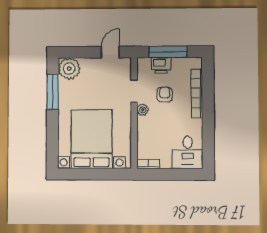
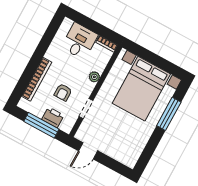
plant: (69, 69) -> (129, 156), removed
window: (53, 92) -> (169, 114), moved
plant: (143, 110) -> (94, 77), moved
desk: (188, 152) -> (80, 41), moved

